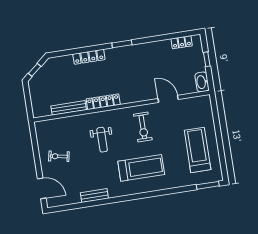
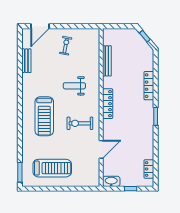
locker: (103, 102) -> (108, 104), moved
bench: (94, 196) -> (26, 61), moved

